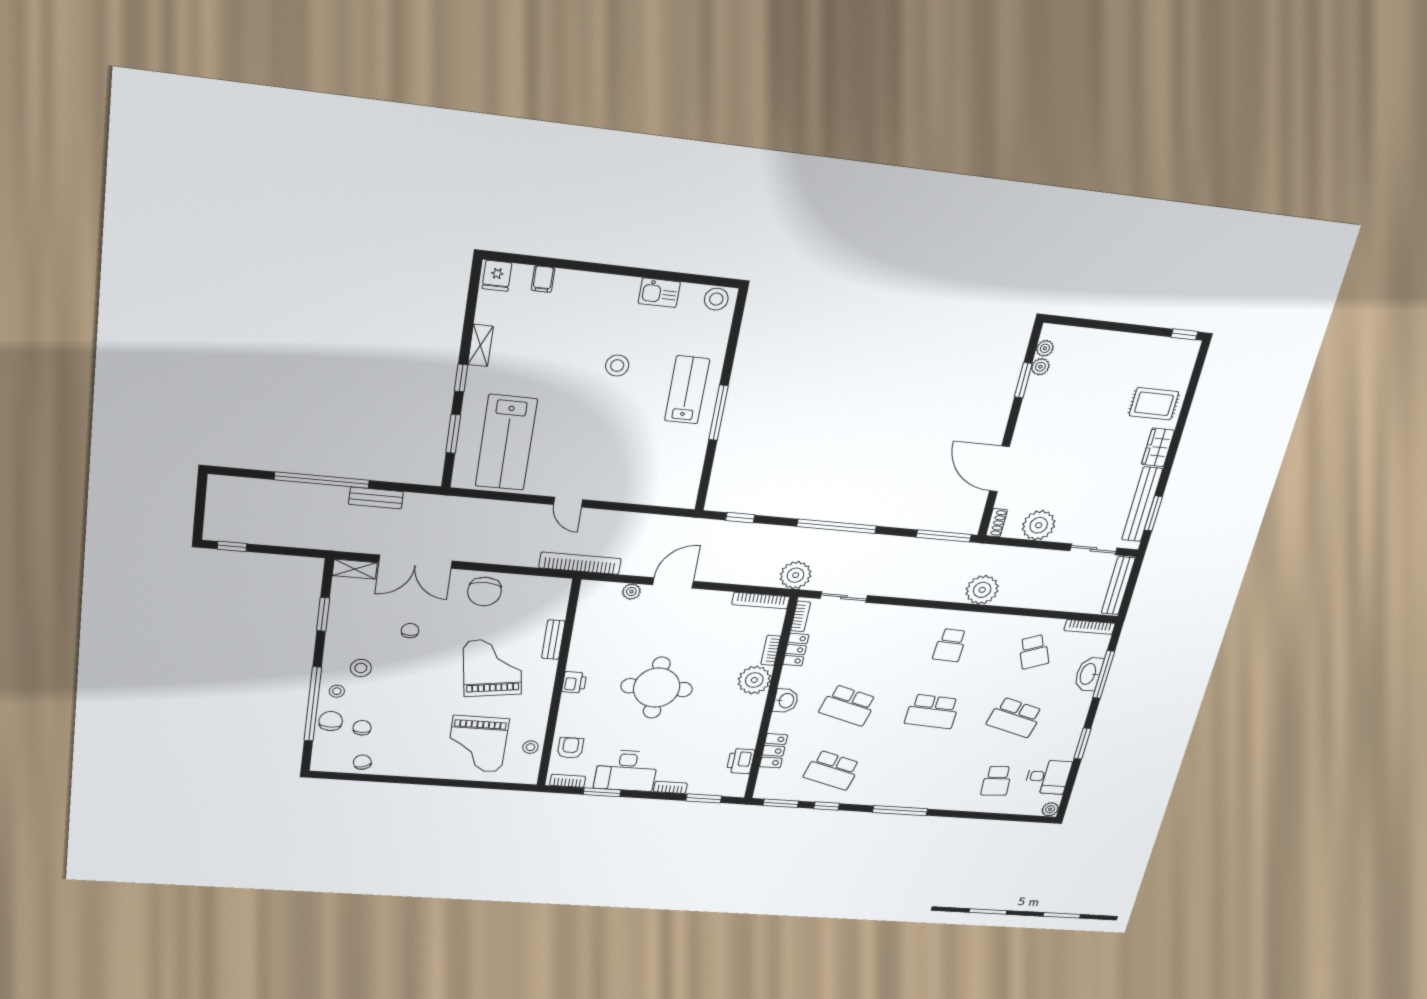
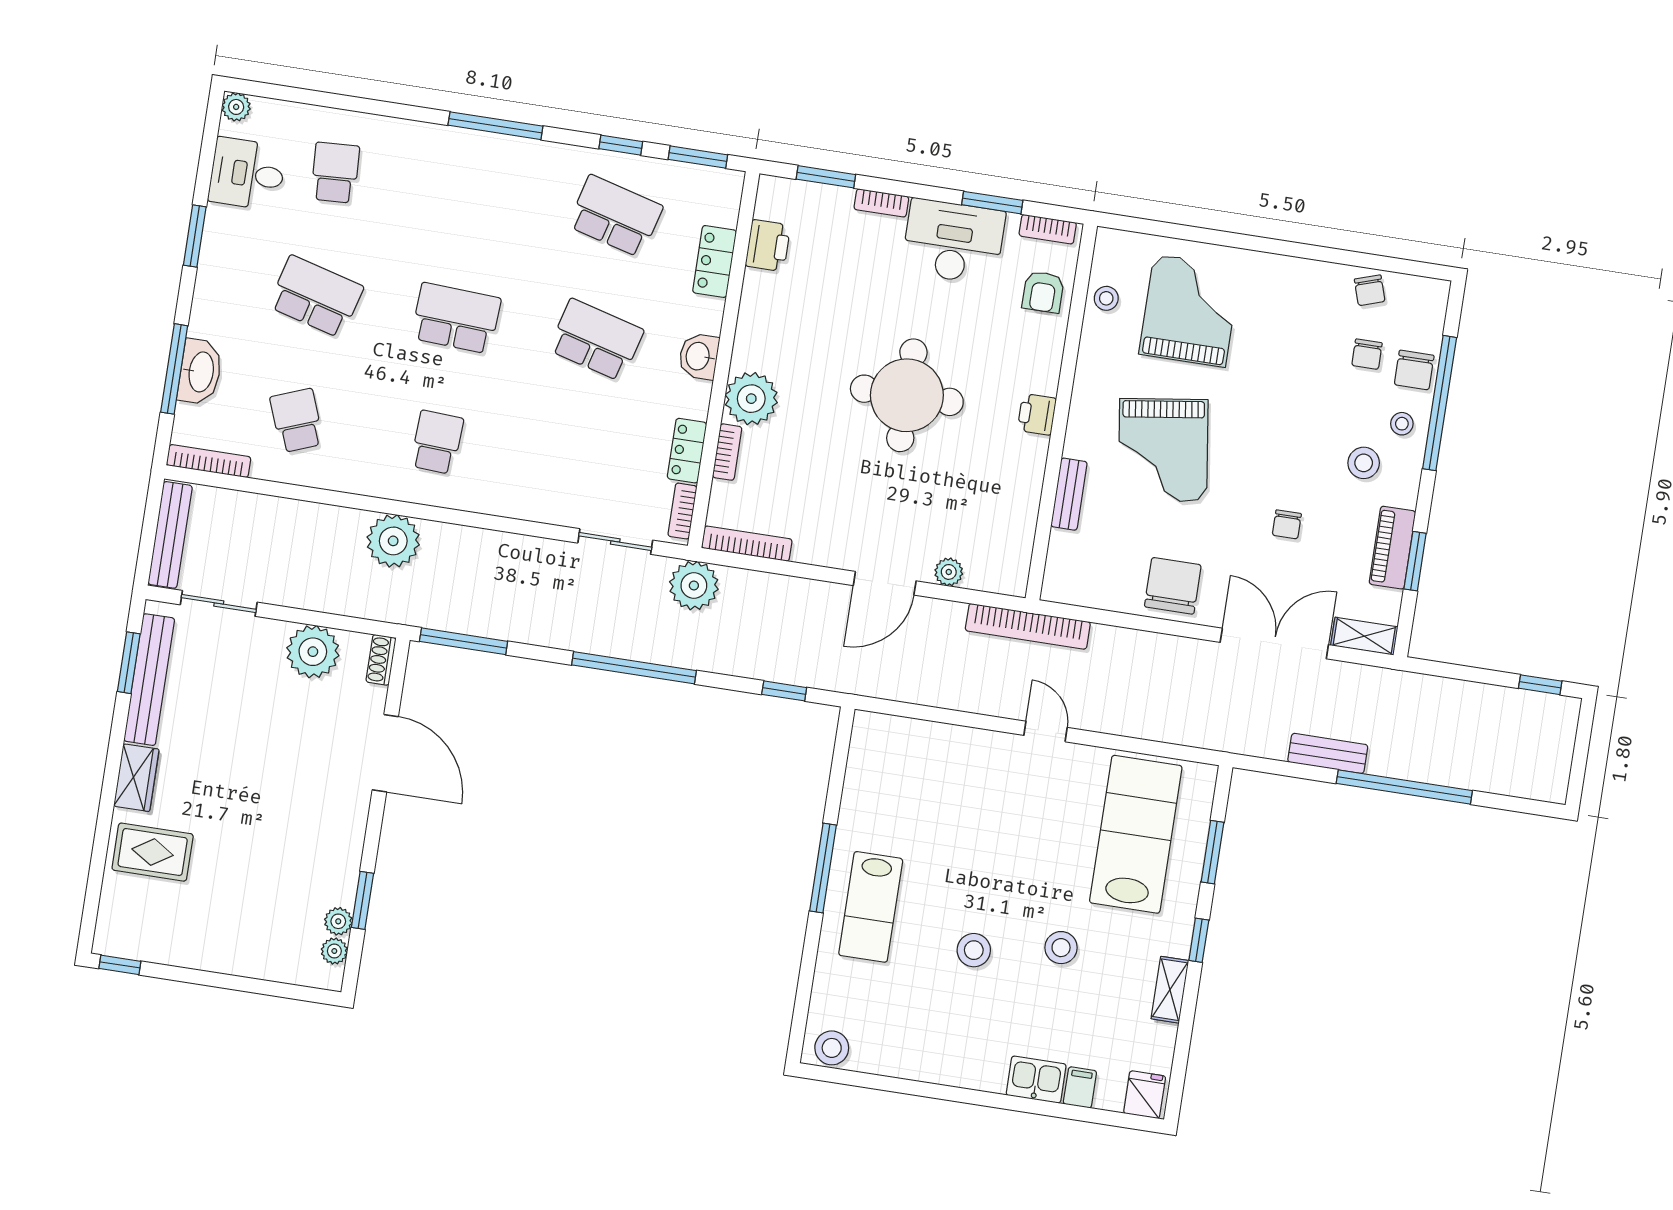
kitchen sink: (659, 293) -> (1036, 1080), moved
stool: (557, 369) -> (1061, 948), added
piano: (339, 621) -> (1392, 548), added

